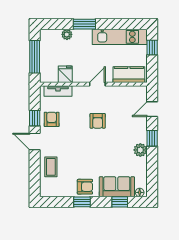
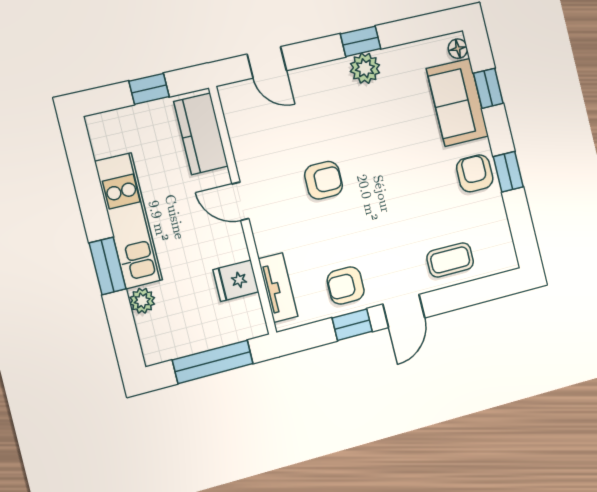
kitchen unit: (120, 37) -> (129, 221), moved
window: (152, 47) -> (149, 89), moved
window: (152, 138) -> (361, 41), moved

